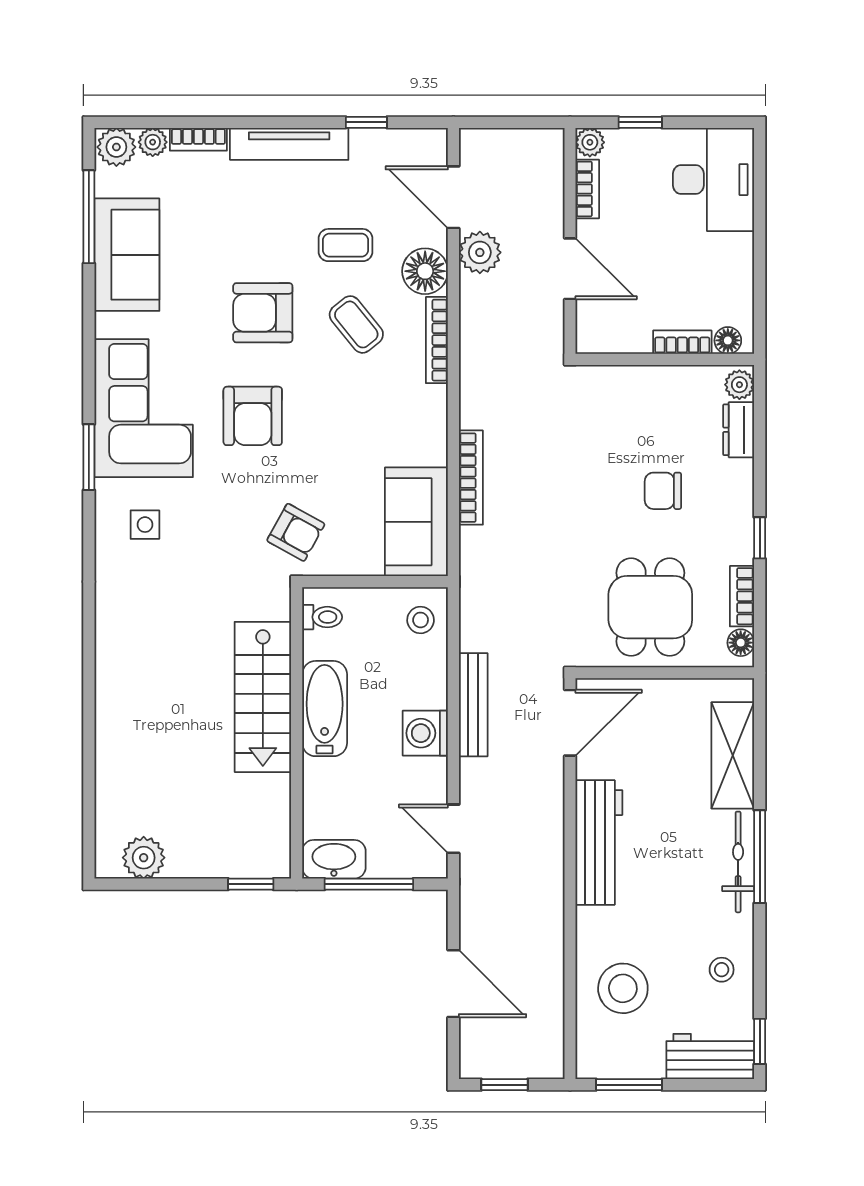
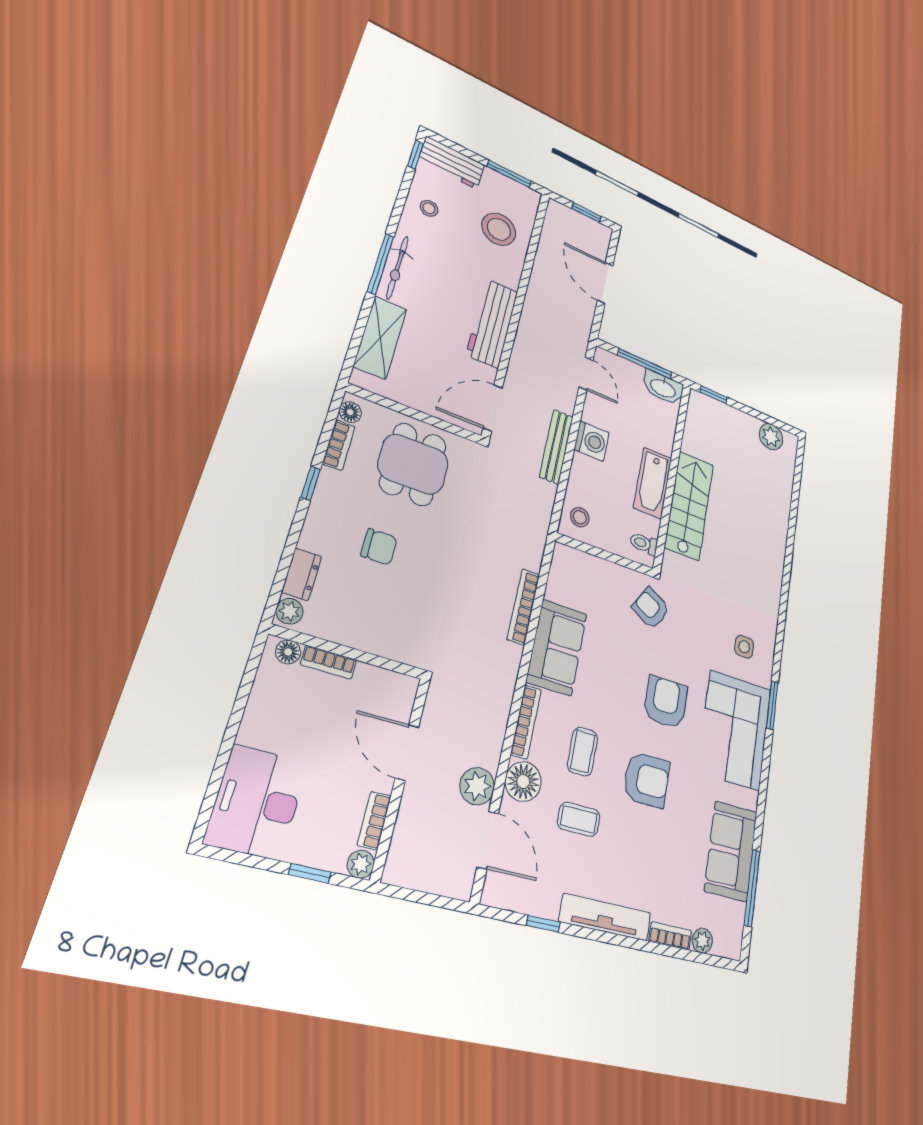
plant: (116, 147) -> (727, 942), removed
coffee table: (356, 324) -> (583, 752), turned 39
sofa: (416, 522) -> (557, 648), moved

